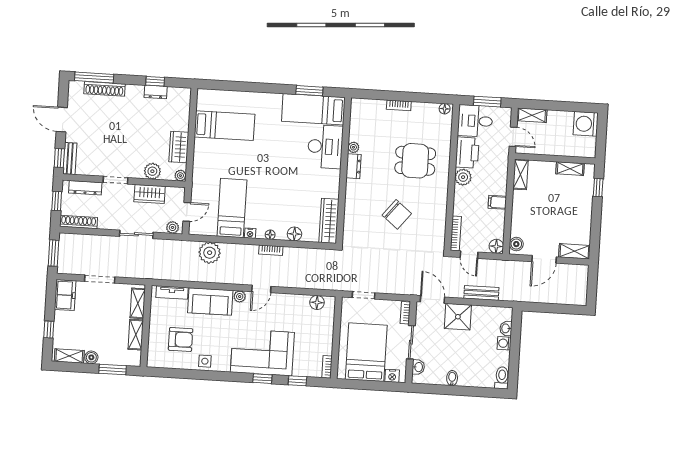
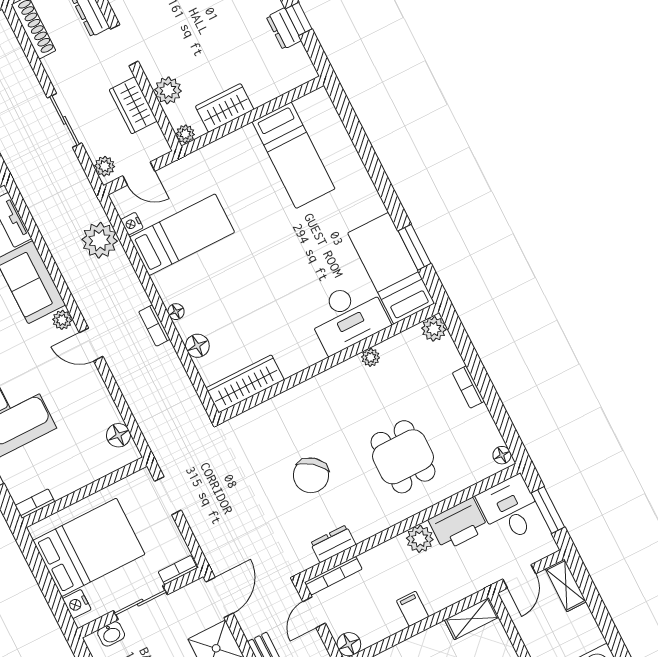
plant: (358, 106) -> (434, 329), added
dresser: (354, 166) -> (333, 544), moved, turned 180
nightstand: (250, 233) -> (132, 224), moved

